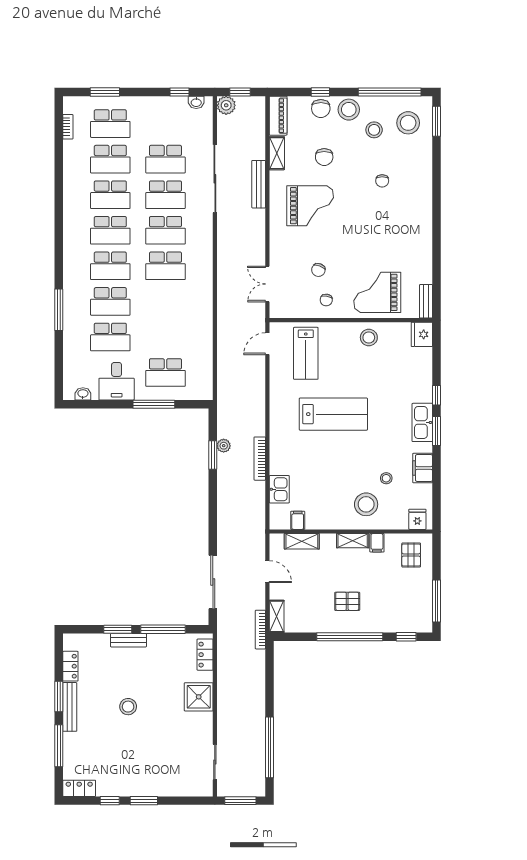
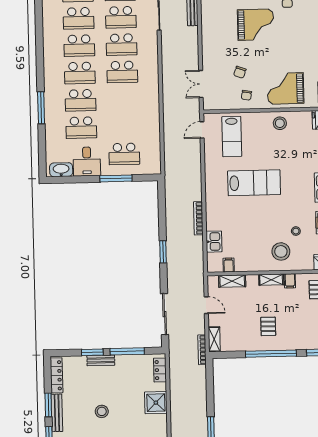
grand piano: (310, 206) -> (256, 25), moved
washbasin: (83, 394) -> (61, 170), width x1.91, depth x1.45
plant: (224, 446) -> (170, 209), removed
window: (213, 455) -> (163, 252), moved
pallet: (347, 601) -> (268, 326), turned 90
locker: (70, 666) -> (57, 375), width x1.53

